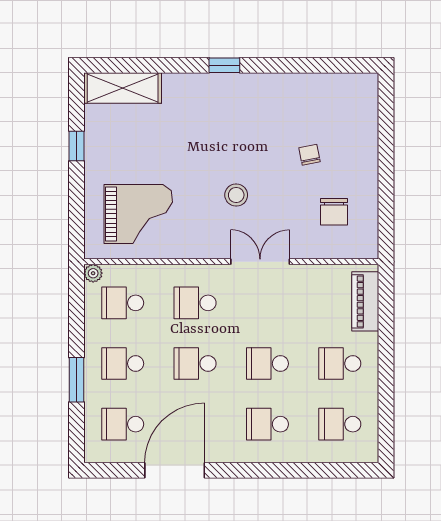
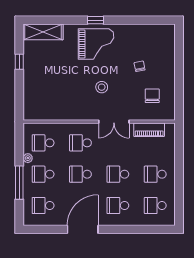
chair: (334, 212) -> (152, 96), turned 180
grand piano: (138, 214) -> (96, 44), moved
double door: (260, 262) -> (114, 122), swing flipped
plant: (93, 273) -> (28, 158), moved
piano: (365, 301) -> (149, 130), moved, turned -90
window: (77, 380) -> (19, 183), width x1.44
door: (175, 470) -> (83, 229), moved

